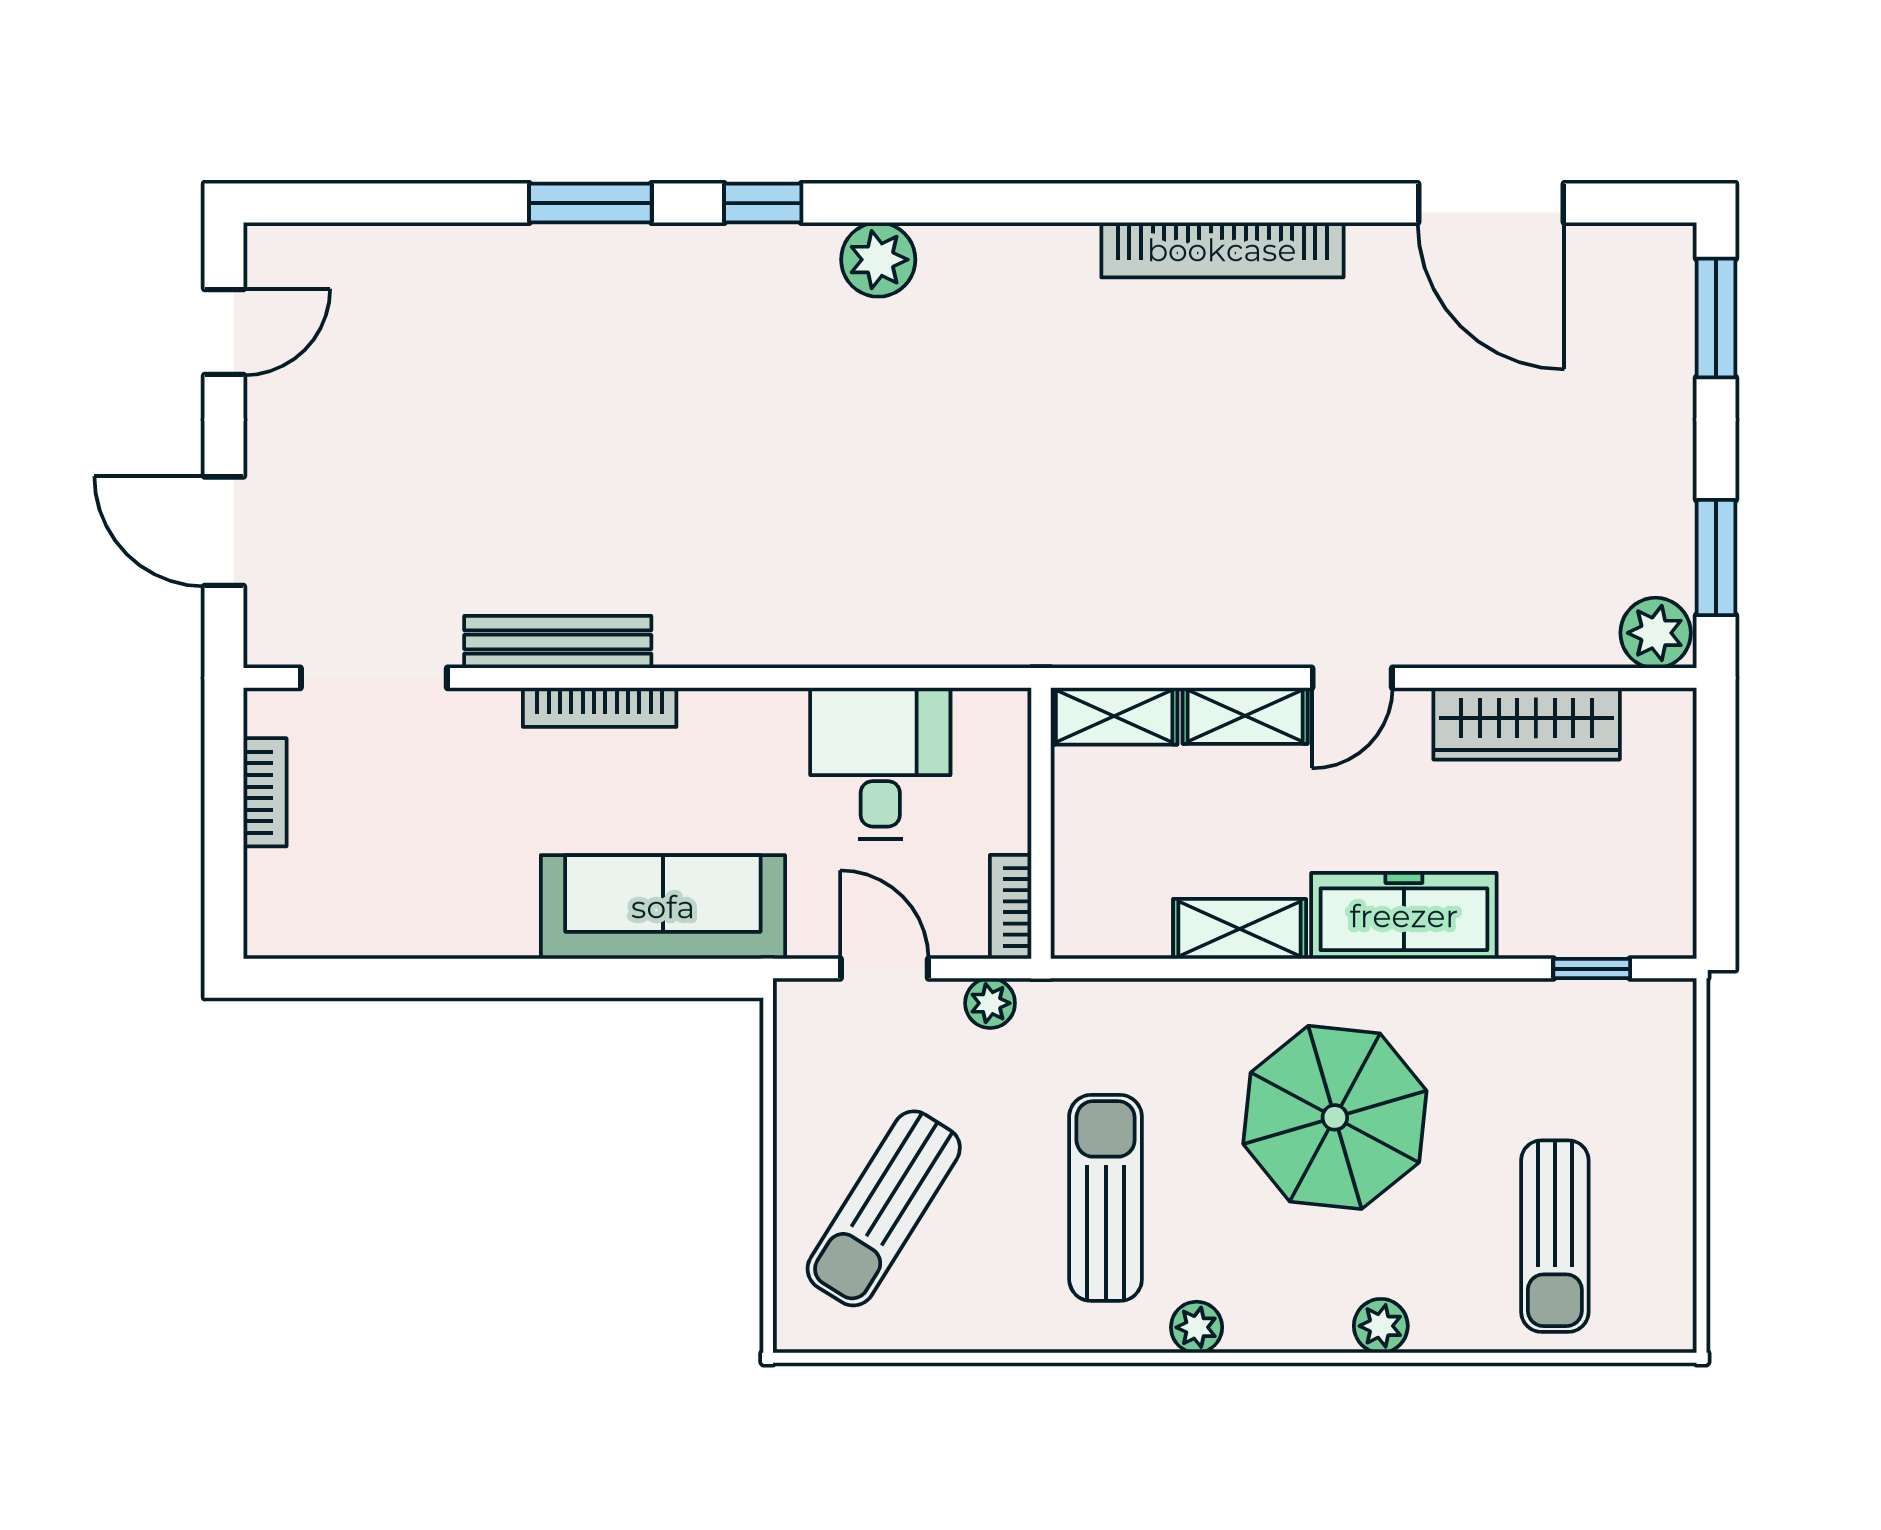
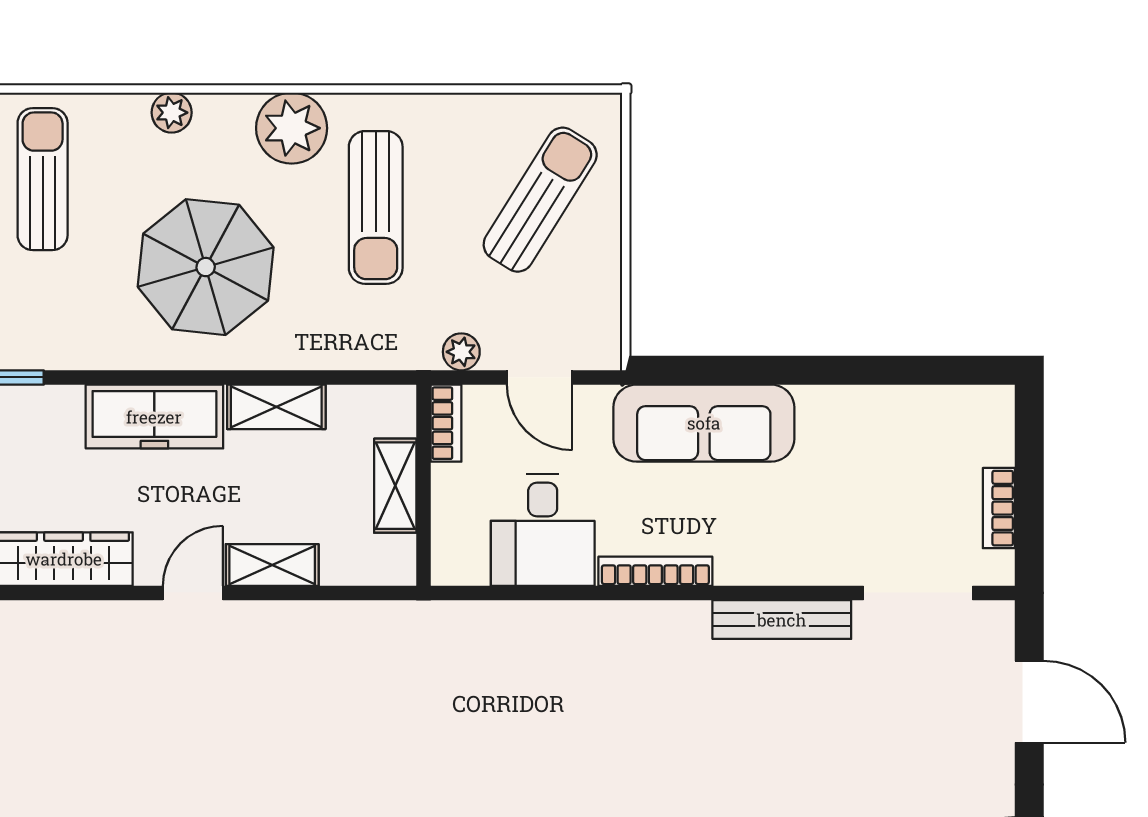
bookcase: (600, 707) -> (655, 571), moved
shelving: (1114, 716) -> (395, 486), moved, turned 90
plant: (1197, 1327) -> (292, 128), width x1.88, depth x1.88

